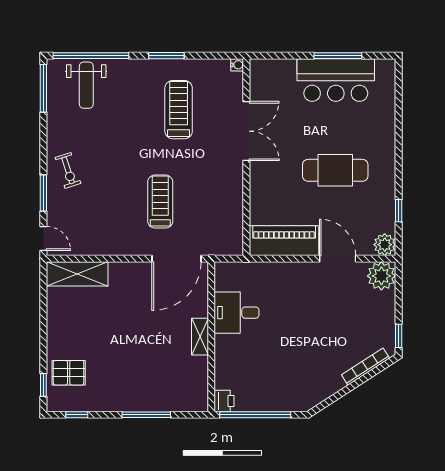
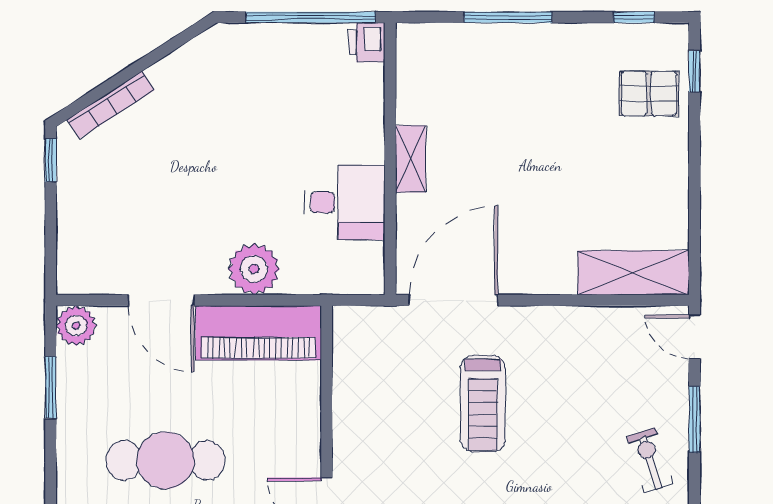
window: (399, 211) -> (51, 387), width x1.50
plant: (381, 276) -> (254, 269), moved

